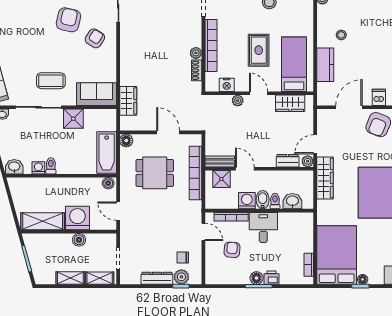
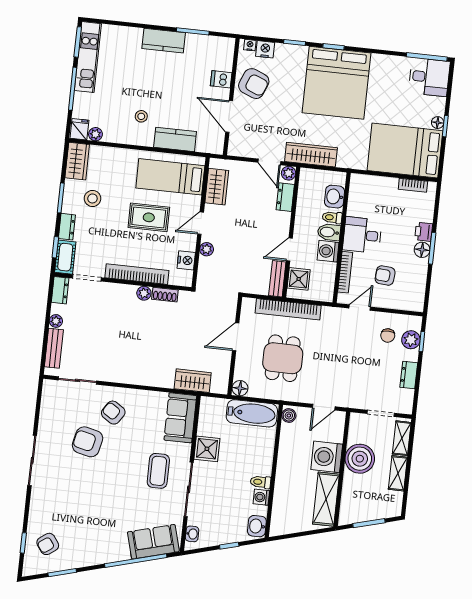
boiler: (79, 240) -> (360, 459), width x1.86, depth x1.86
dresser: (157, 278) -> (409, 375), width x0.70

